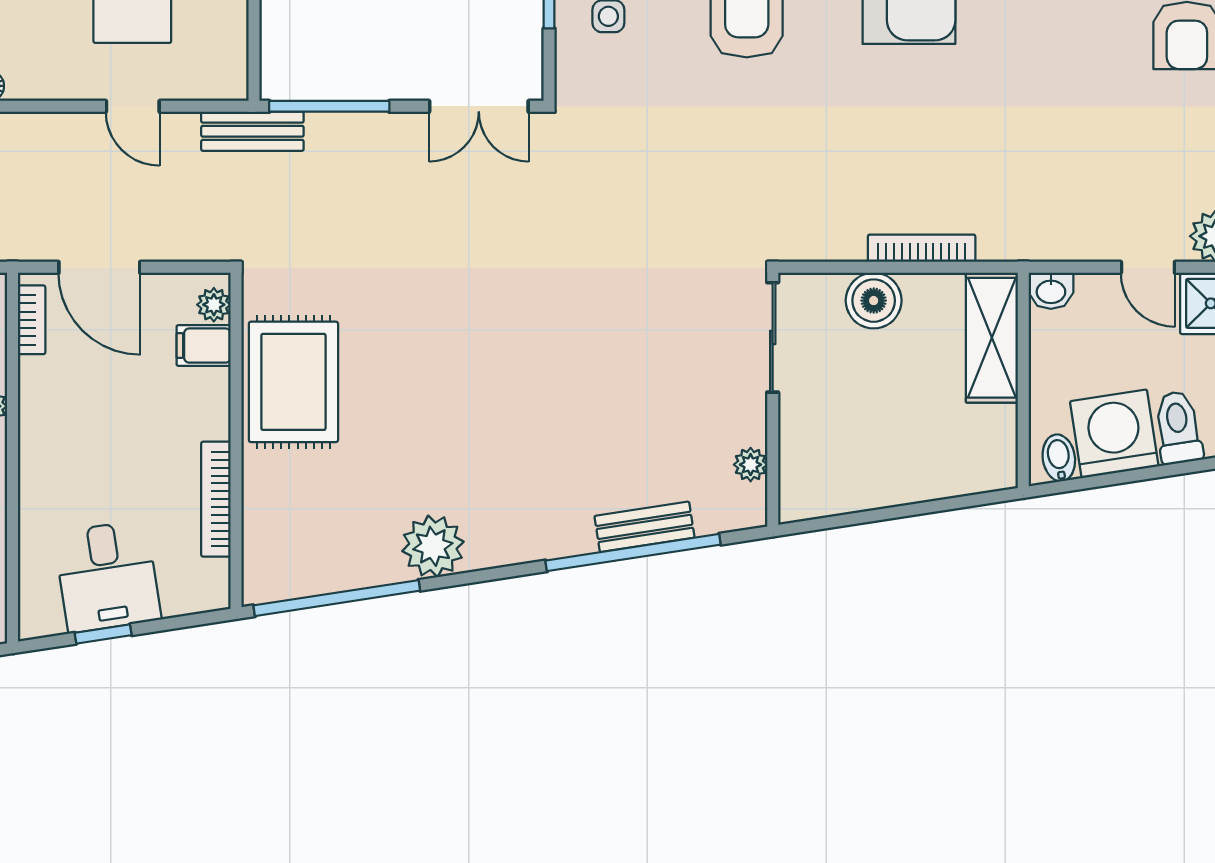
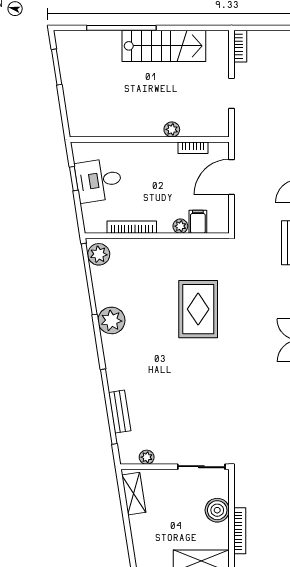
plant: (214, 305) -> (180, 226), moved
bookcase: (32, 320) -> (193, 148), moved
rug: (293, 382) -> (198, 309), moved, turned 90
shelving: (835, 495) -> (134, 494), added
plant: (279, 576) -> (99, 254), added

